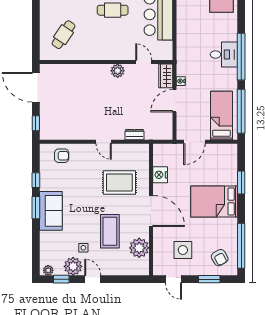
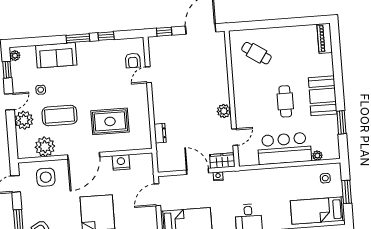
door: (104, 142) -> (148, 75), moved
door: (194, 142) -> (157, 195), hinge flipped
rug: (119, 182) -> (110, 121), turned 90
sofa: (51, 211) -> (56, 55), moved
side table: (183, 250) -> (46, 177), moved
plant: (73, 266) -> (24, 120), moved

